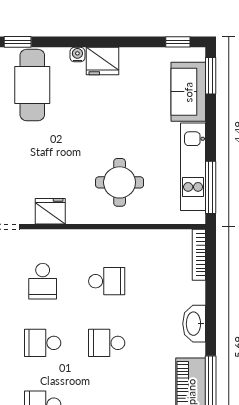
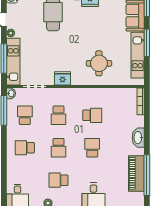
window: (211, 187) -> (147, 43), moved
school desk: (43, 343) -> (59, 148), turned -90
school desk: (107, 343) -> (92, 148), turned 90

